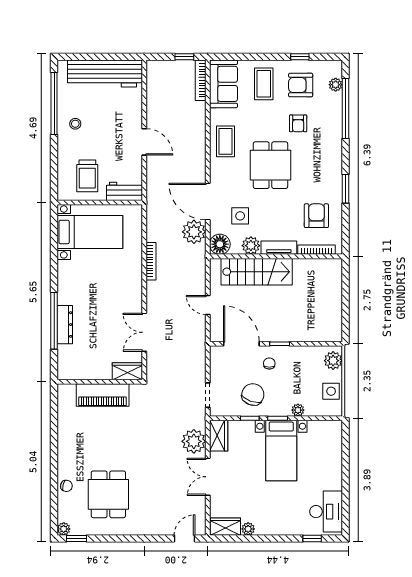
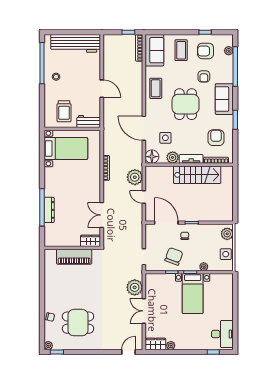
sofa: (329, 157) -> (224, 99), added
plant: (194, 232) -> (135, 177), moved
stairs: (257, 272) -> (197, 175), moved
wardrobe: (219, 436) -> (151, 284), removed
dining table: (108, 494) -> (78, 323), turned 90

